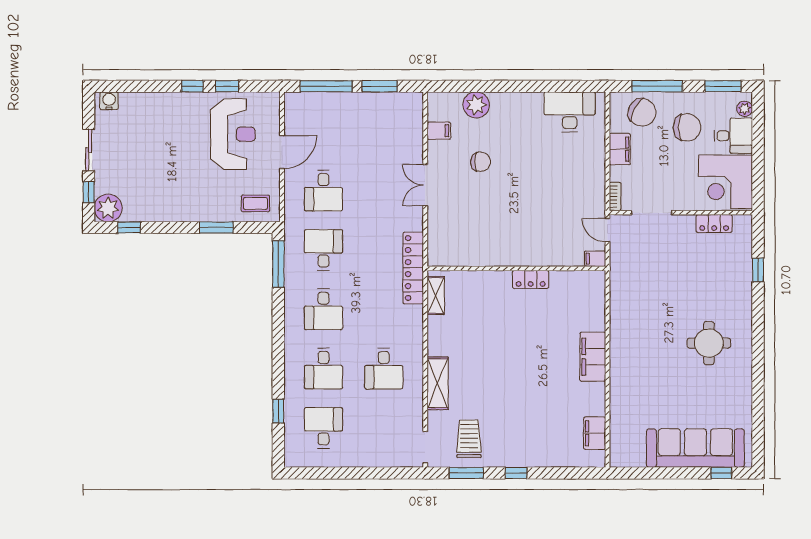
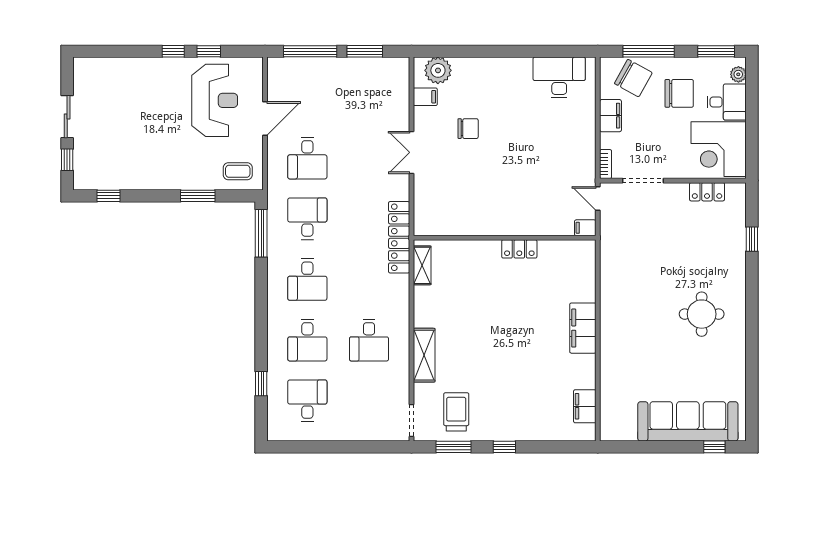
water cooler: (109, 101) -> (88, 66), removed
plant: (476, 105) -> (438, 70), moved
plant: (108, 208) -> (87, 176), removed

